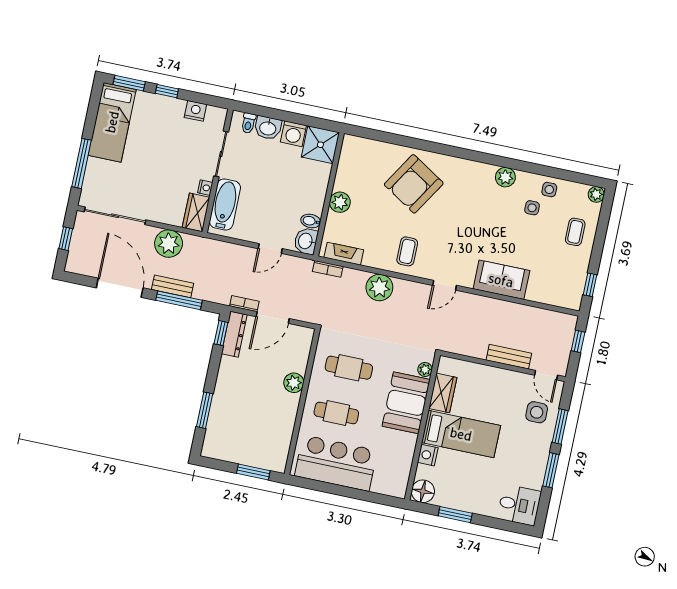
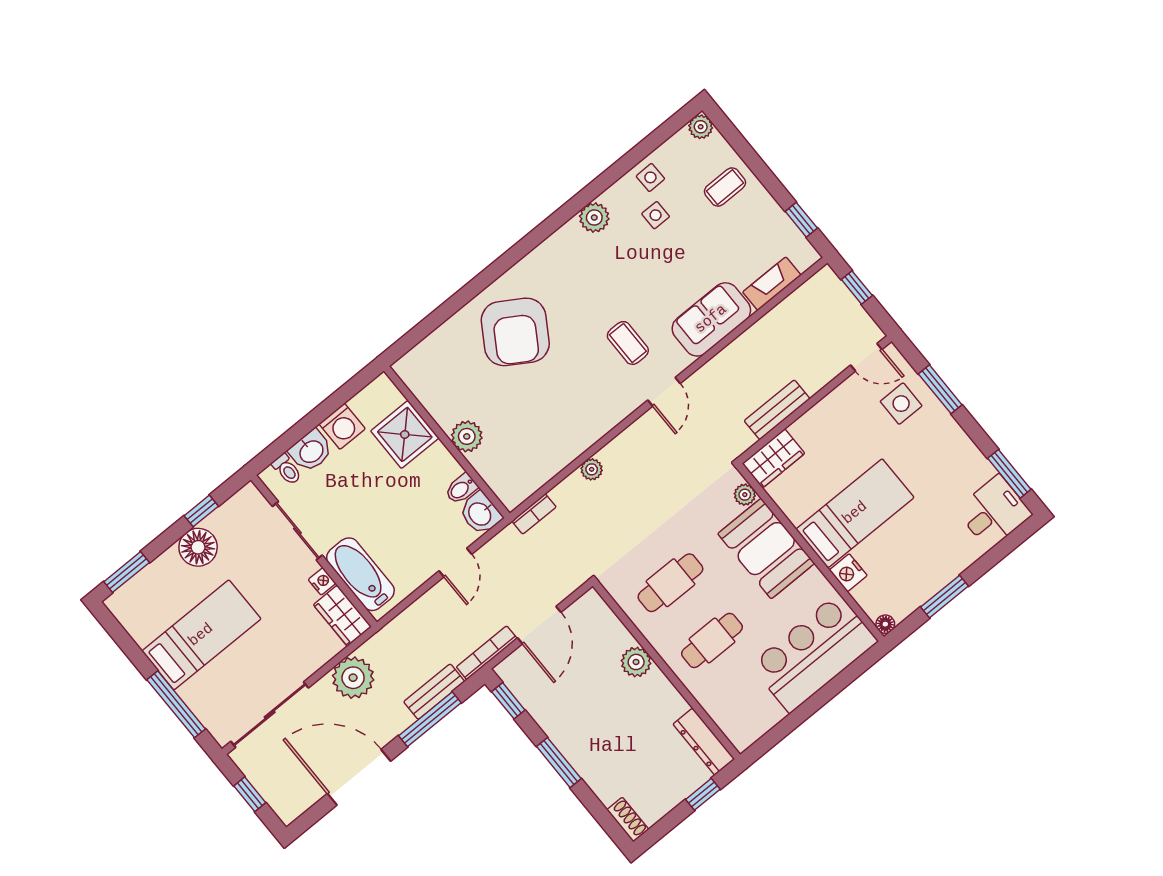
window: (167, 91) -> (201, 511), moved
floor lamp: (172, 110) -> (198, 547), added
nightstand: (195, 111) -> (222, 520), removed
bed: (112, 122) -> (201, 635), moved, turned -90
shower: (320, 145) -> (405, 434), moved
coffee table: (575, 232) -> (725, 187), turned 90
coffee table: (407, 251) -> (628, 343), moved
fireplace: (344, 254) -> (772, 284), moved
bench: (173, 286) -> (434, 692), moved
plant: (379, 287) -> (592, 469), width x0.53, depth x0.53
bookcase: (244, 304) -> (487, 653), width x1.56
dresser: (234, 334) -> (704, 742), moved, turned 180
bench: (509, 357) -> (777, 410), moved
wardrobe: (443, 393) -> (773, 458), moved, turned 90
window: (205, 410) -> (559, 763), moved
shoe rack: (209, 444) -> (628, 820), added
bar counter: (336, 463) -> (814, 653), moved
window: (551, 470) -> (1009, 474), moved
window: (253, 472) -> (703, 794), width x0.67
floor lamp: (423, 491) -> (885, 624), width x0.53, depth x0.53

